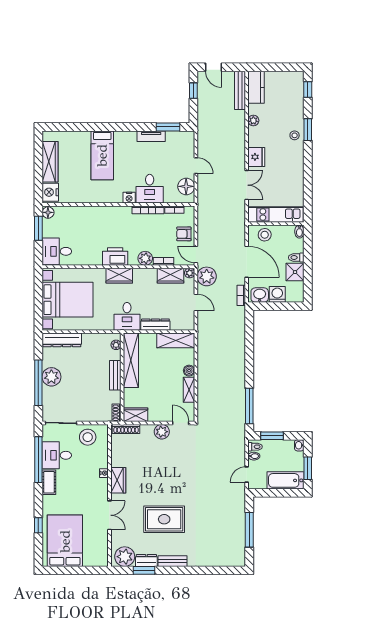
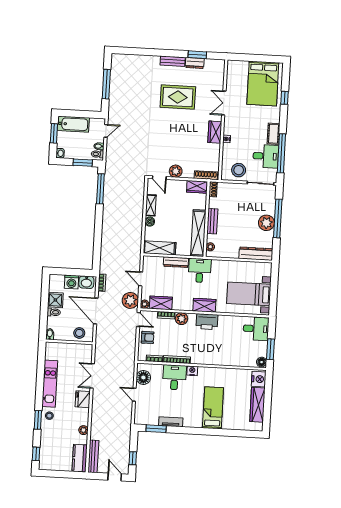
kitchen unit: (276, 214) -> (50, 384), moved, turned -90
bed with nightstands: (68, 300) -> (249, 294), width x0.73
plant: (125, 557) -> (213, 67), removed

